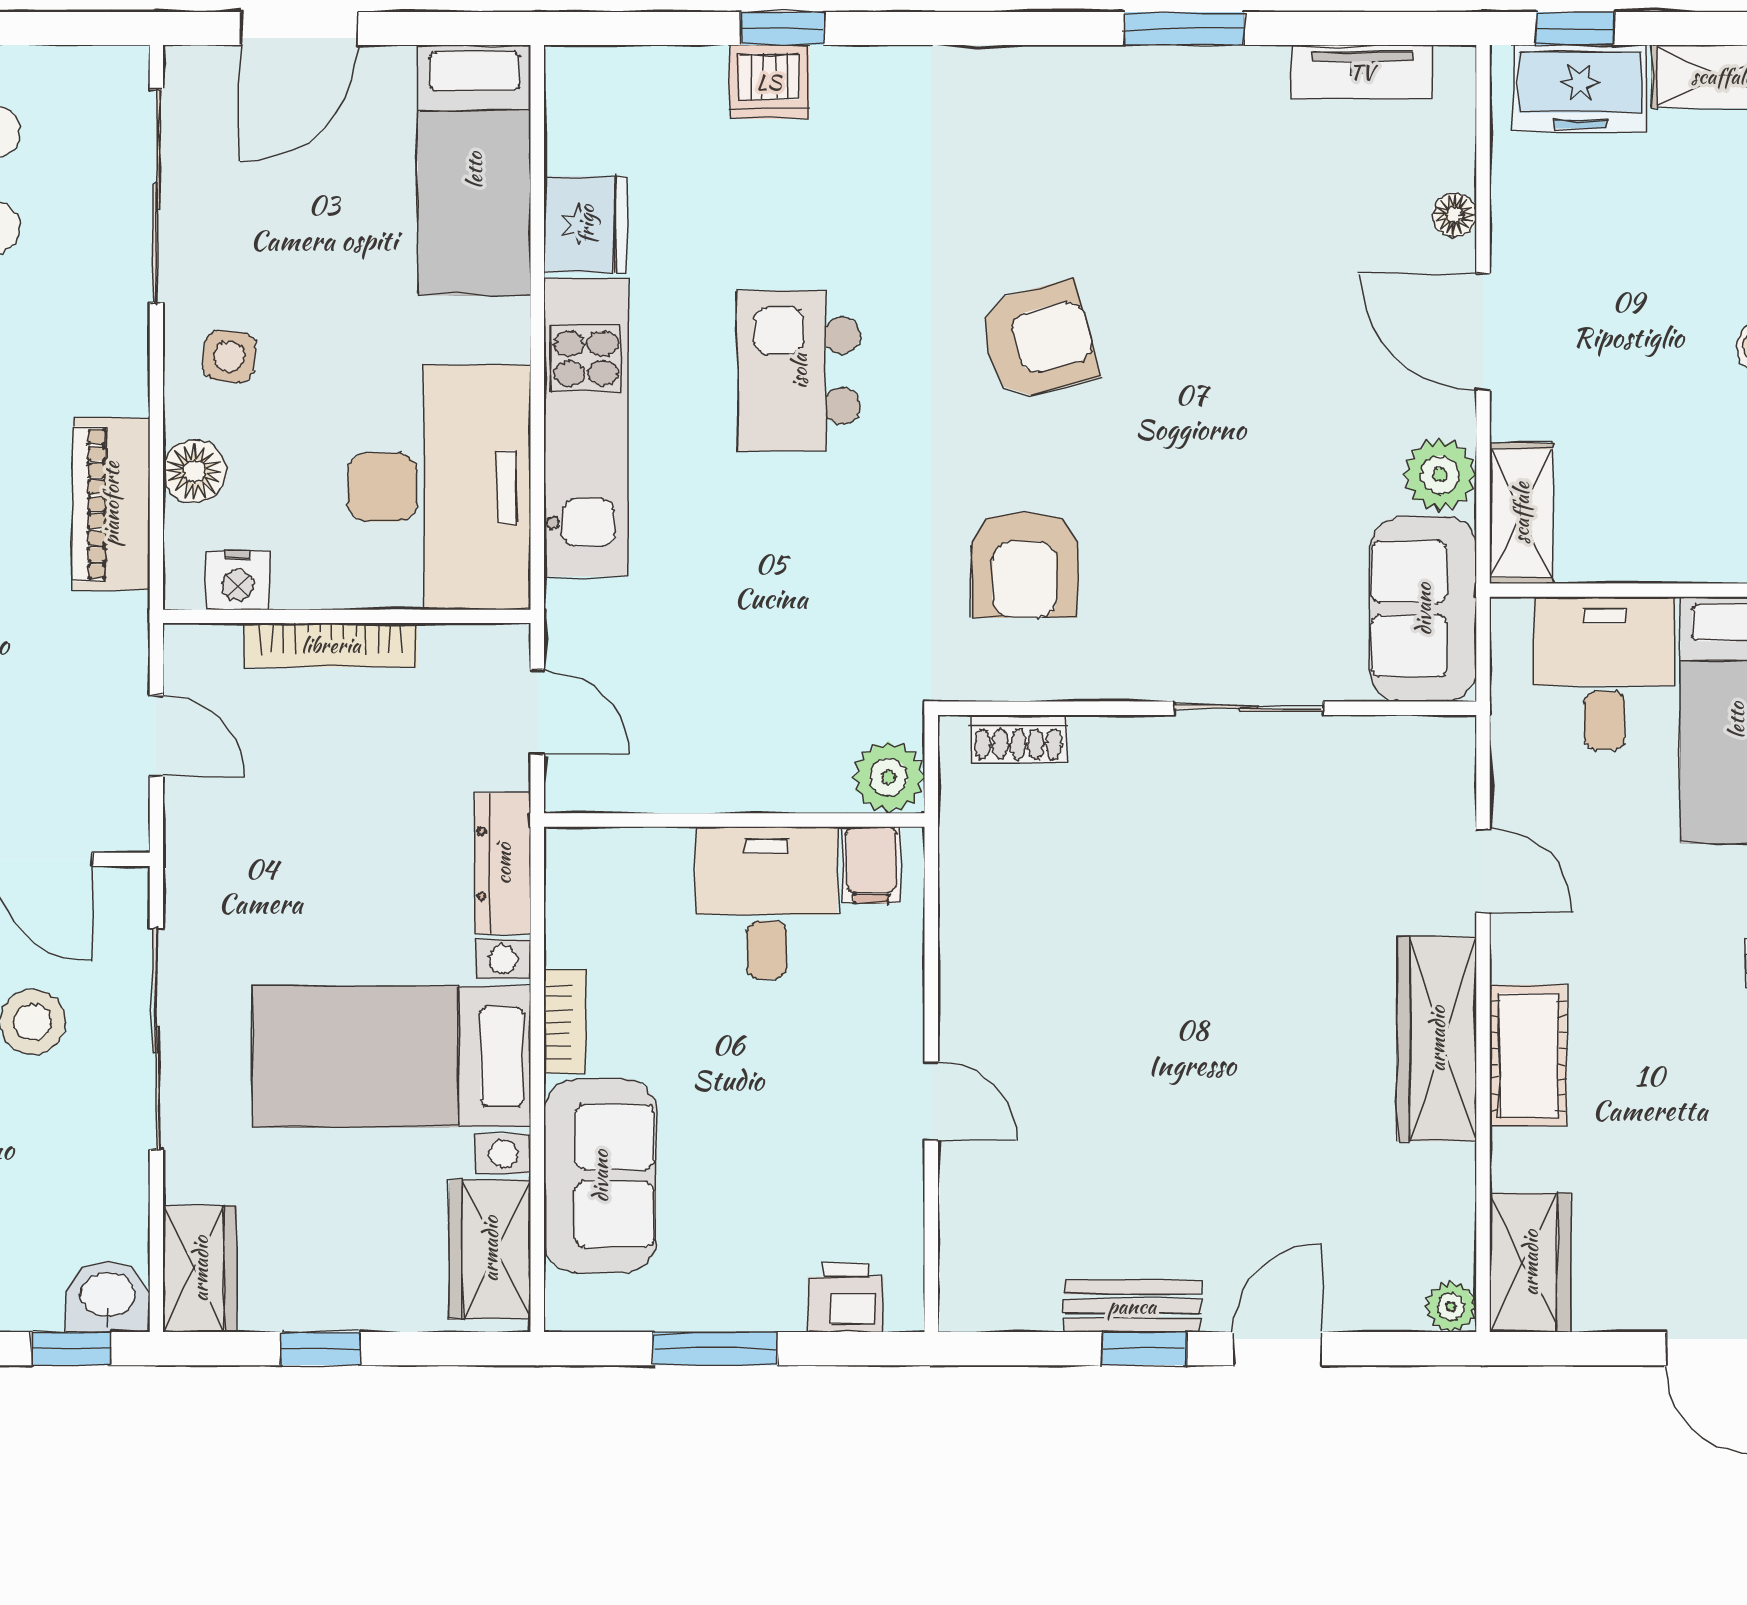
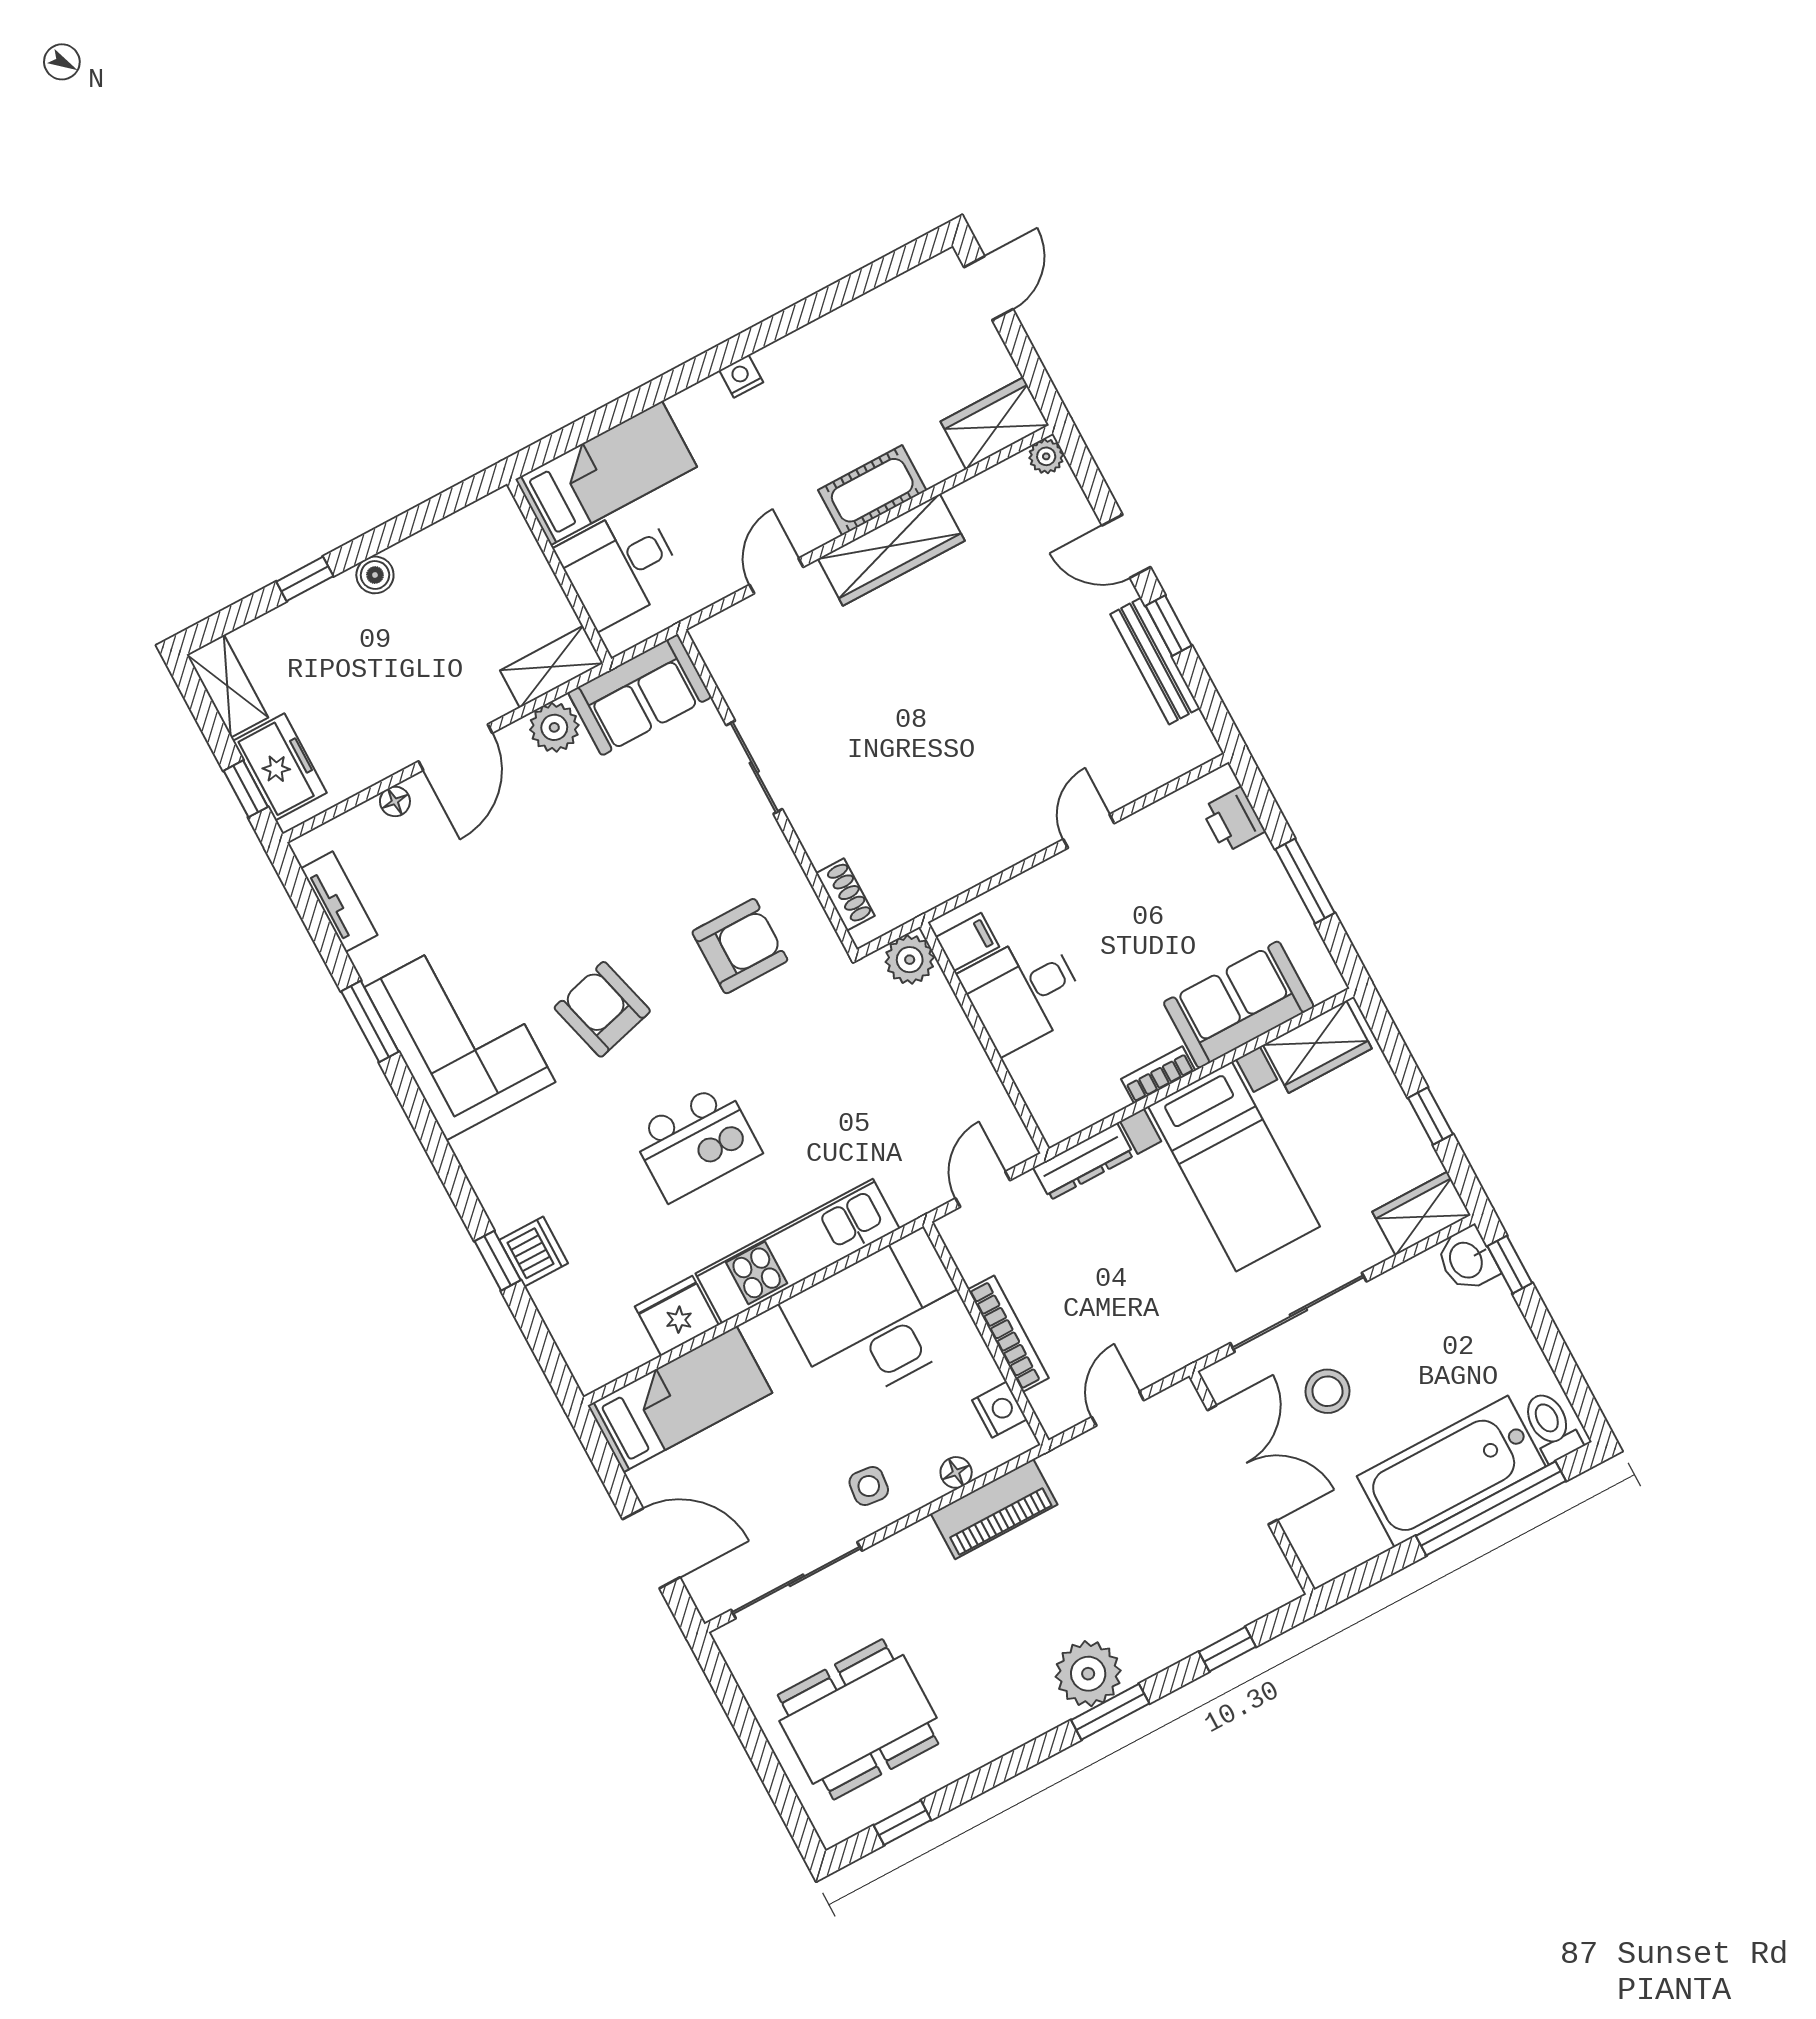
corner sofa: (1104, 137) -> (460, 1035), added
floor lamp: (194, 471) -> (956, 1472), width x0.73, depth x0.73
bench: (1132, 1306) -> (1155, 661), width x1.36

